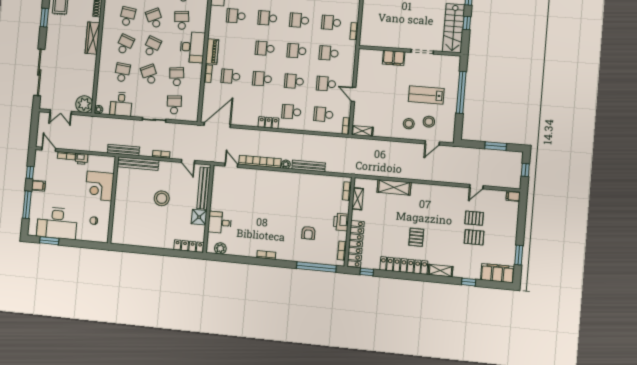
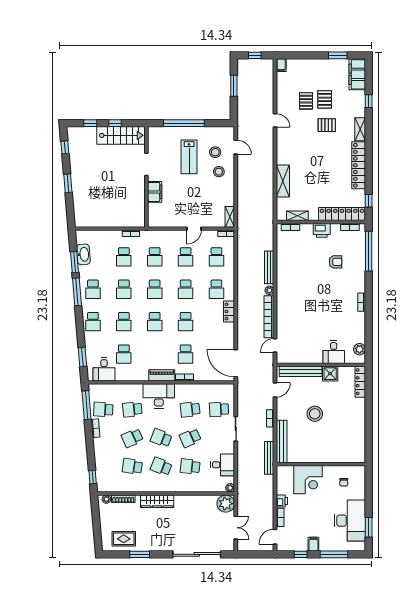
door: (476, 187) -> (275, 120), moved
pallet: (416, 237) -> (327, 125), moved

